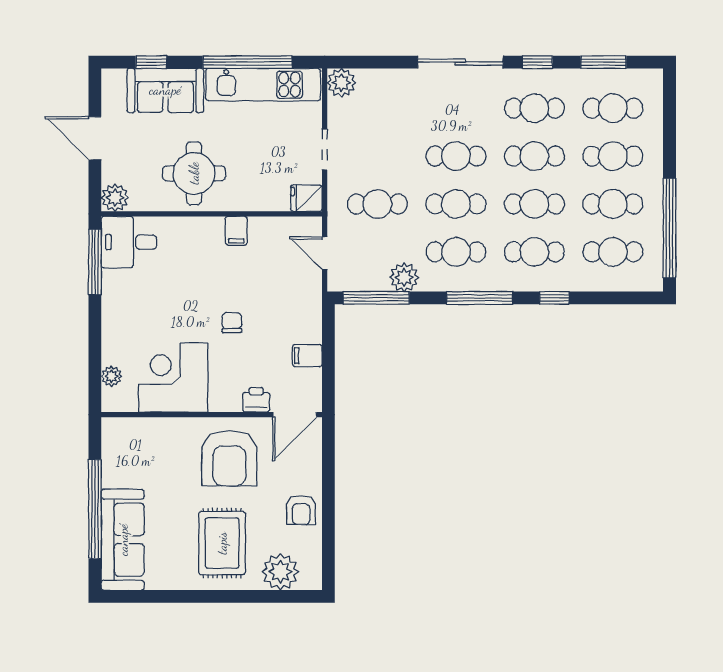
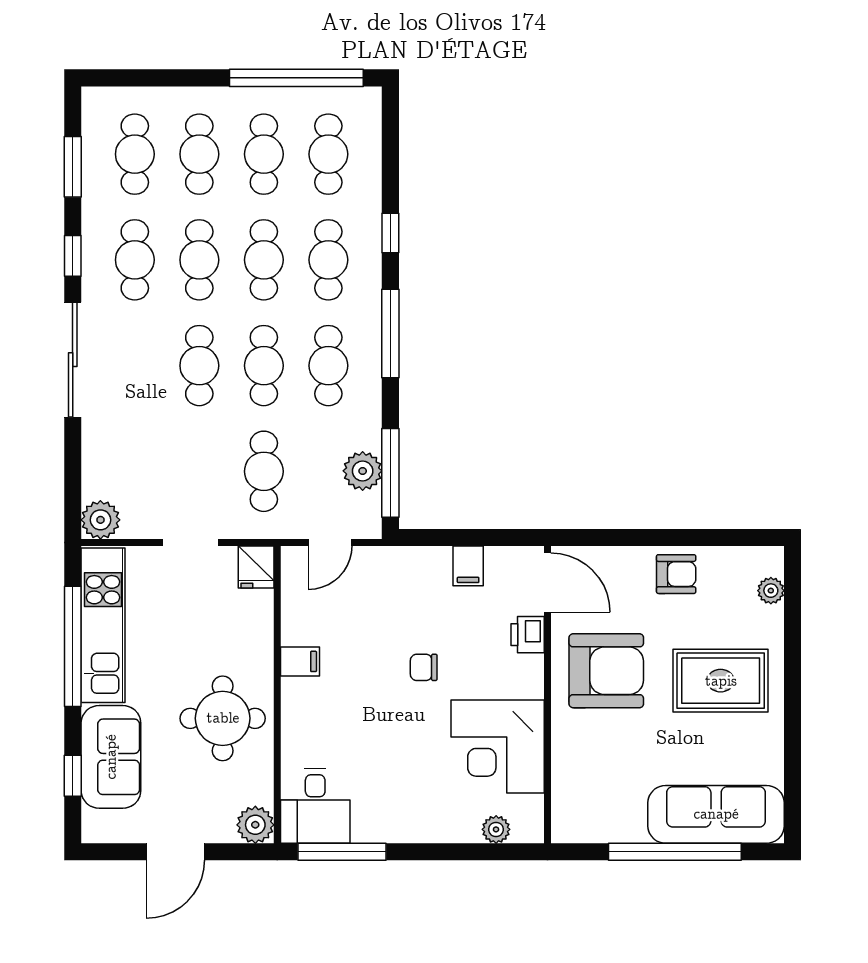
plant: (404, 277) -> (363, 471), moved
plant: (280, 572) -> (771, 591), width x0.53, depth x0.53

